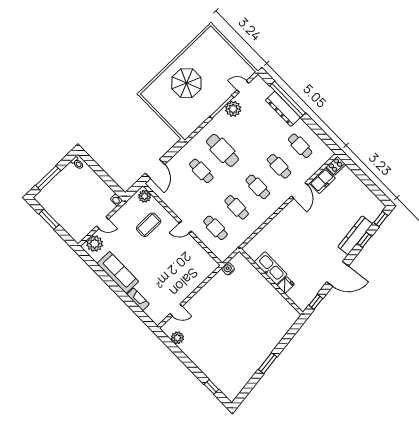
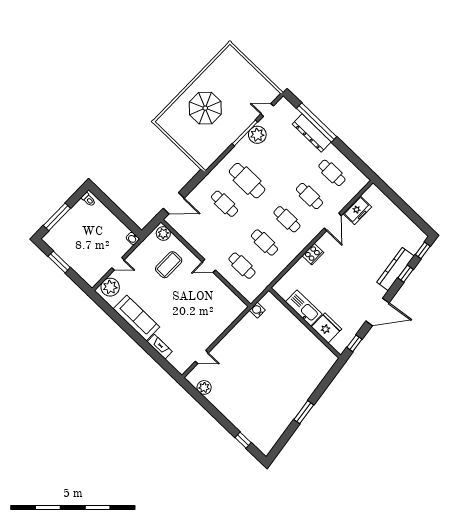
cooker: (336, 166) -> (313, 254), moved
door: (155, 169) -> (174, 203), hinge flipped
fridge: (286, 285) -> (327, 328), width x1.88, depth x1.34

